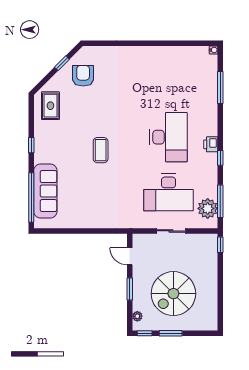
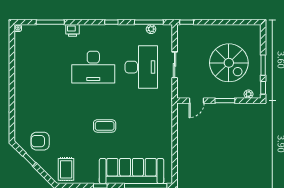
rug: (50, 106) -> (66, 169), turned 90
desk: (169, 137) -> (93, 67), turned 180
printer: (211, 144) -> (73, 30), moved
sofa: (45, 191) -> (132, 171), width x1.36, depth x1.27
plant: (208, 208) -> (151, 29), width x0.53, depth x0.53

